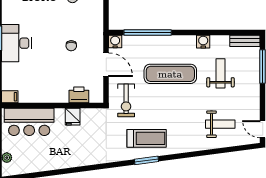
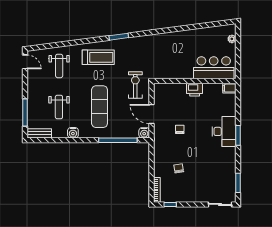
exercise mat: (170, 74) -> (100, 107), turned 90
printer: (79, 95) -> (195, 90), moved
fridge: (73, 117) -> (179, 72), removed
weight bench: (220, 124) -> (59, 66), turned -90
treadmill: (147, 138) -> (98, 57), moved, turned 180

